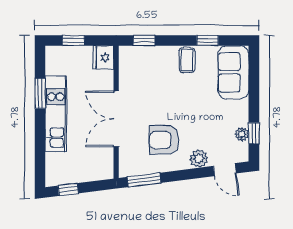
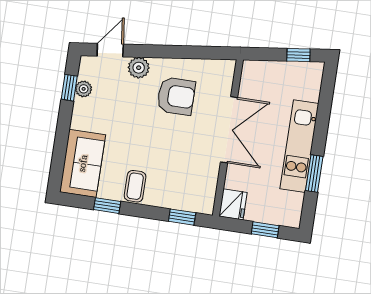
door: (225, 170) -> (110, 50), hinge flipped
window: (144, 180) -> (207, 53), removed

